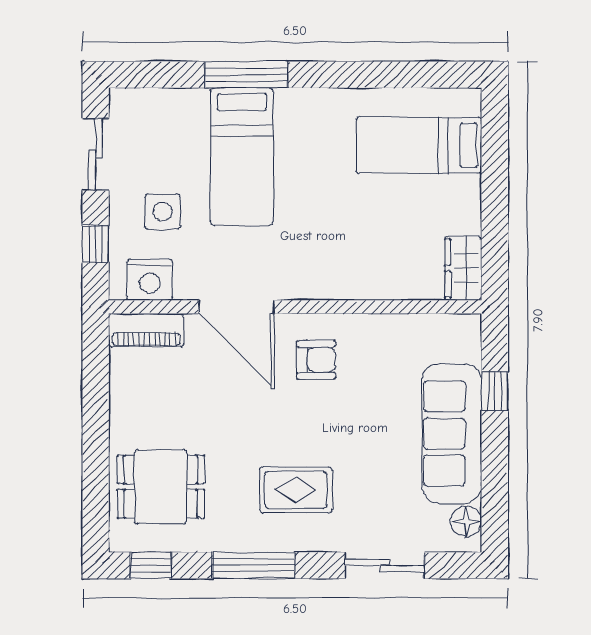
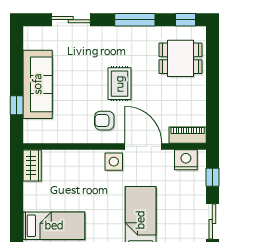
side table: (163, 212) -> (114, 162), moved
rug: (296, 490) -> (120, 84), moved, turned 90
floor lamp: (466, 521) -> (31, 41), removed

